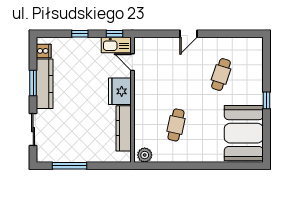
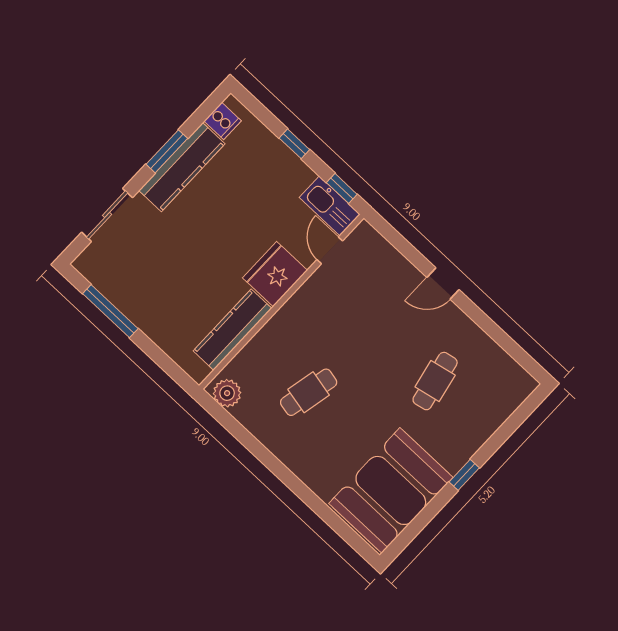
cafe table: (221, 74) -> (435, 381), turned -30

